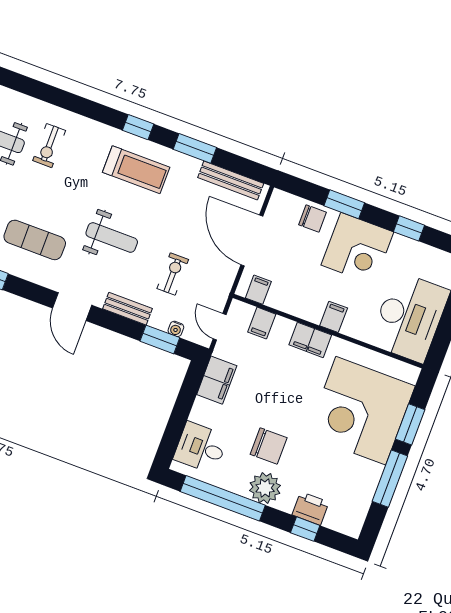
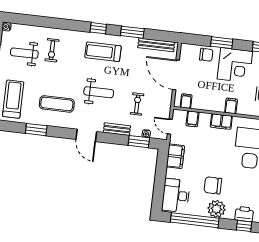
treadmill: (136, 170) -> (103, 52), turned 180
chair: (269, 446) -> (213, 185), turned 180
desk: (201, 448) -> (176, 195), width x1.37

